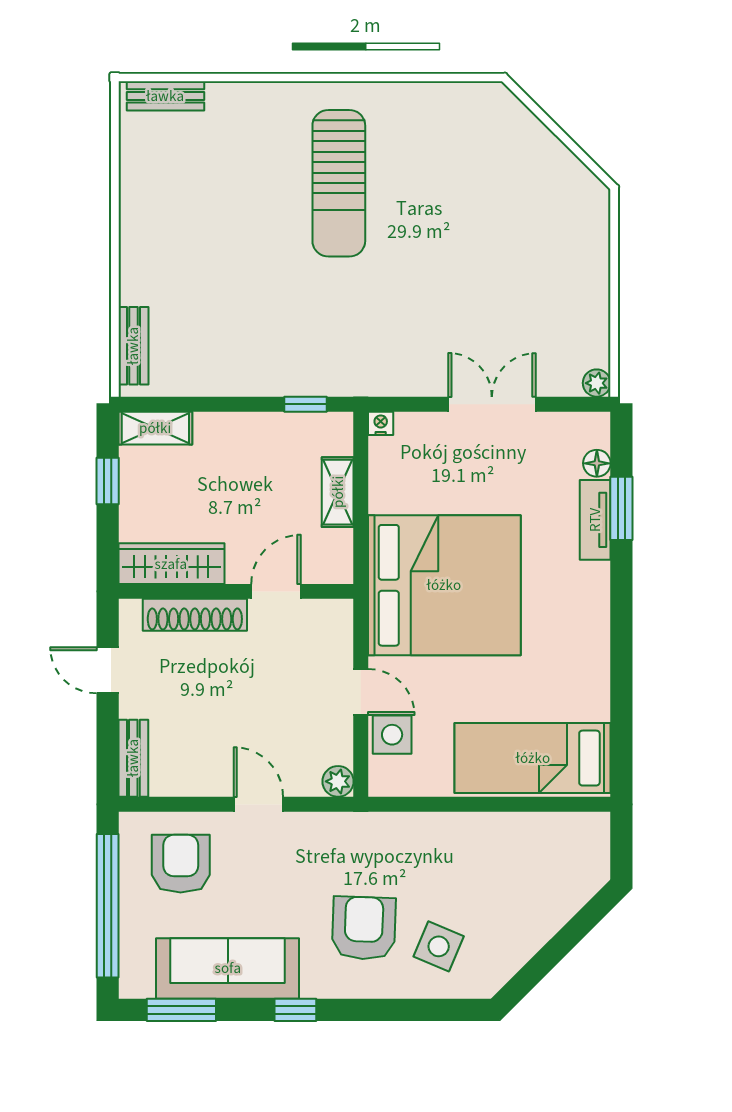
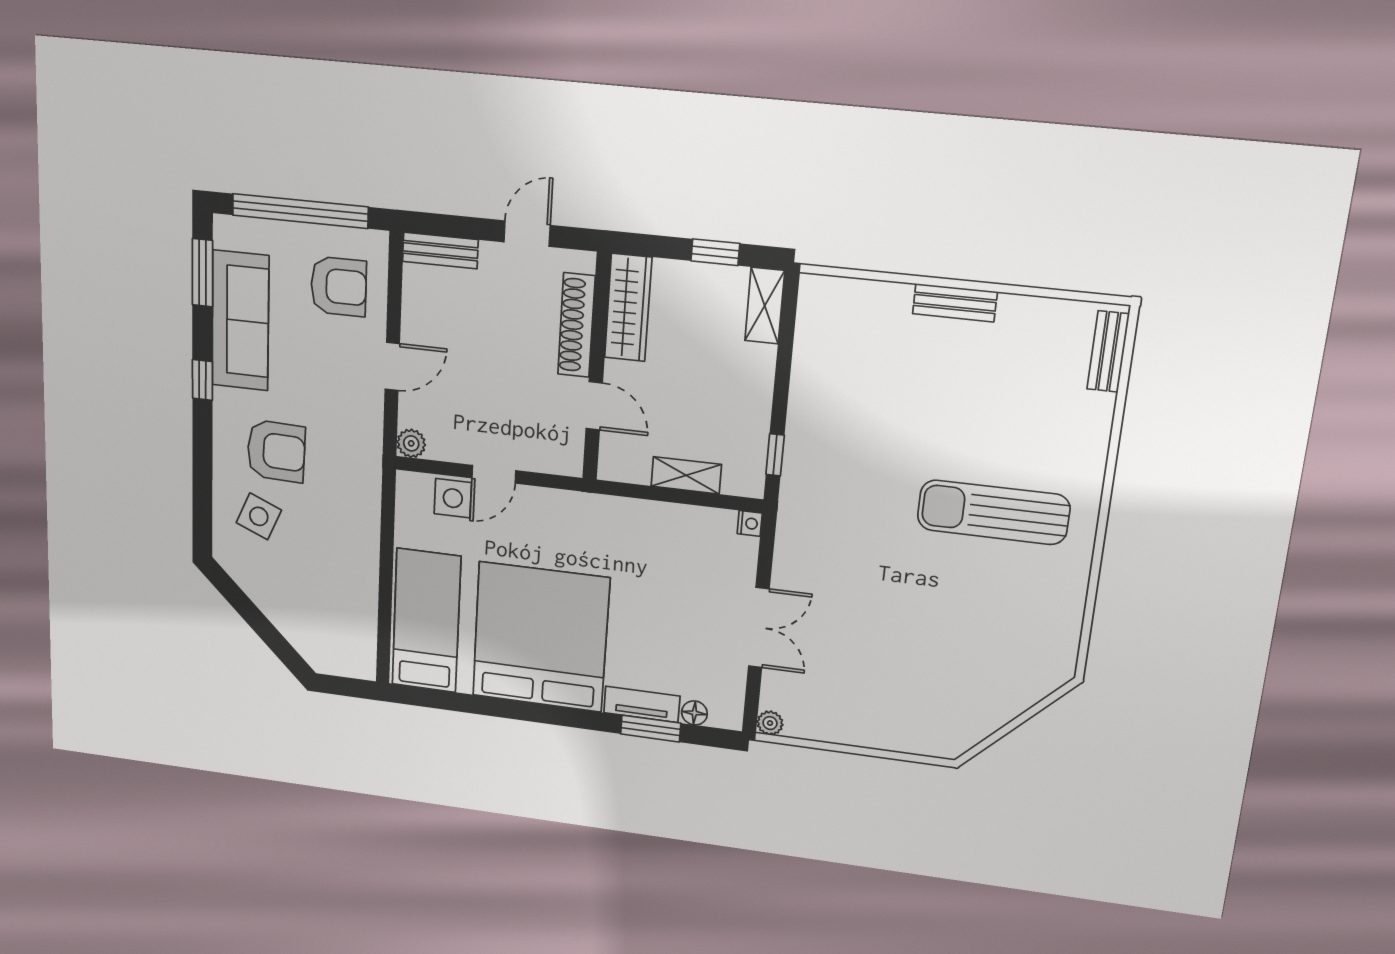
bench: (133, 346) -> (955, 303), moved
bed: (444, 585) -> (541, 637), moved, turned 180

